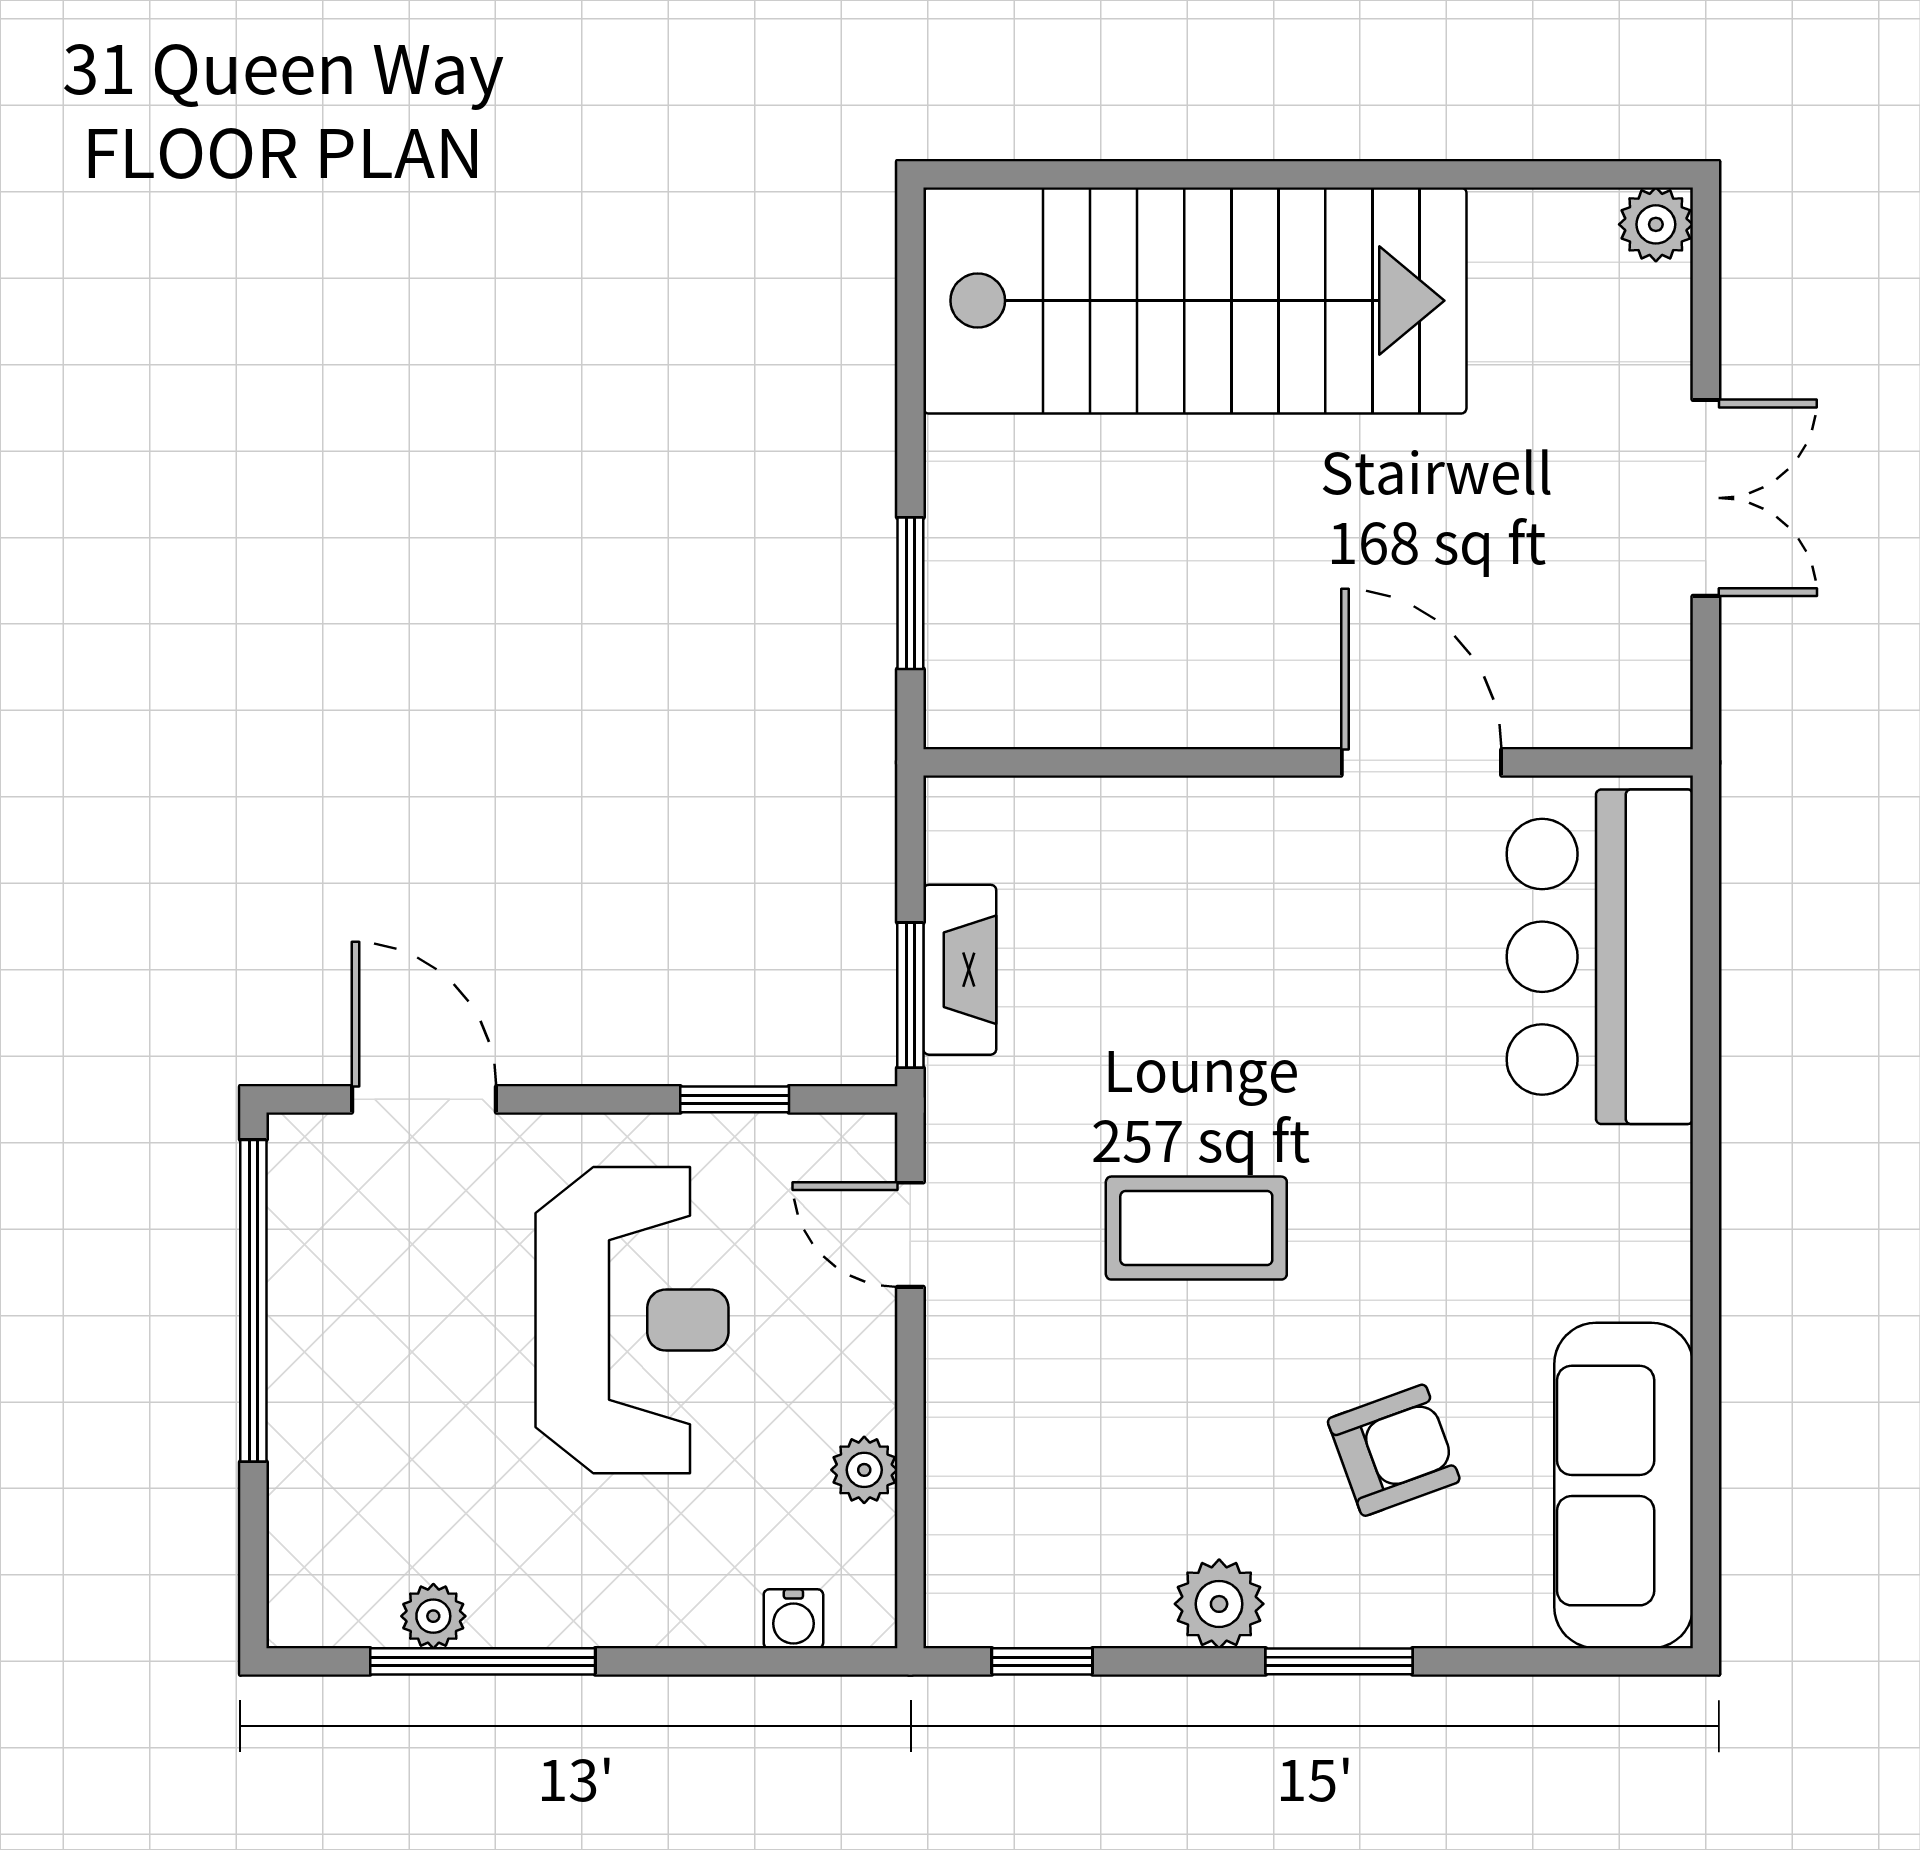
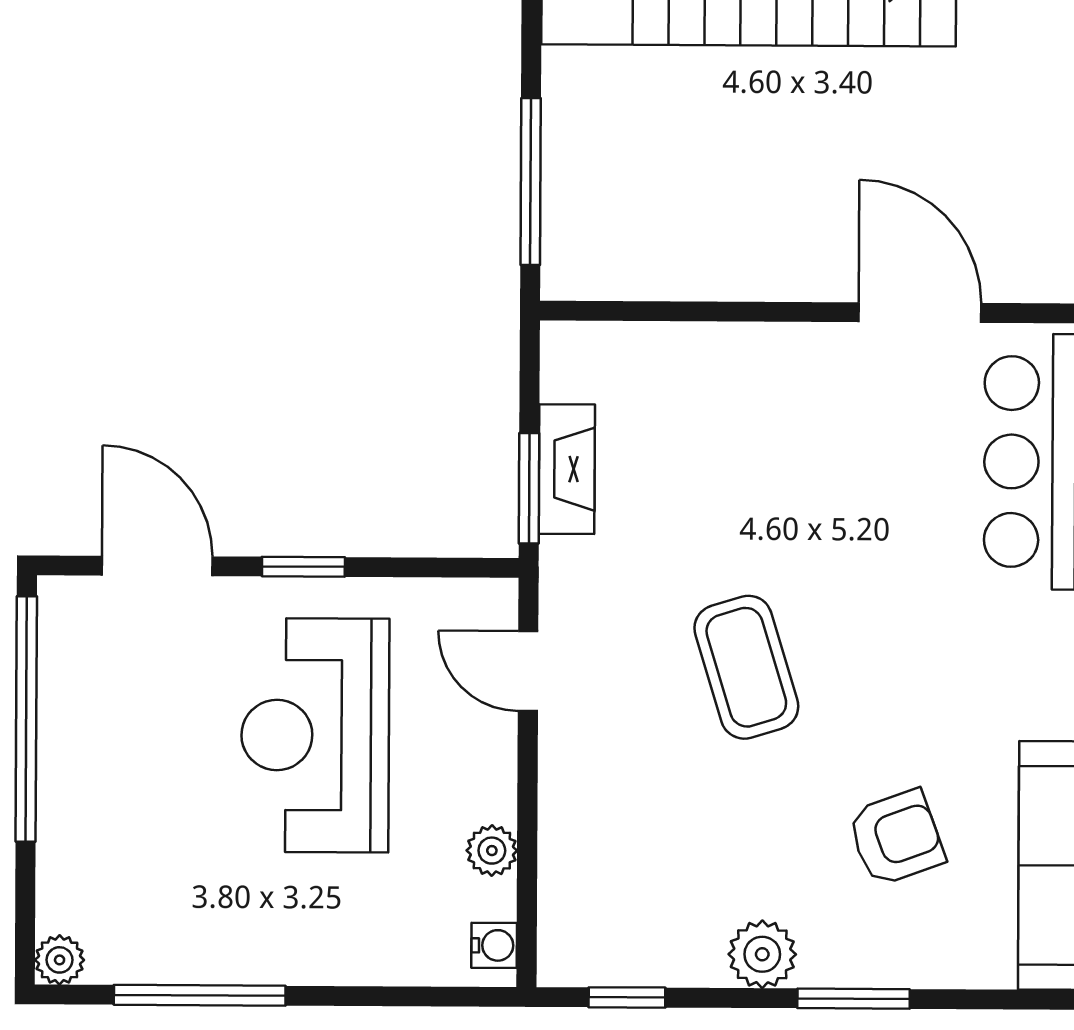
window: (910, 593) -> (531, 181), width x1.44
window: (735, 1099) -> (303, 567), moved
coffee table: (1196, 1228) -> (746, 667), turned 73
reception desk: (632, 1320) -> (315, 735), turned 180
plant: (433, 1616) -> (60, 960), moved
water cooler: (793, 1619) -> (494, 945), moved, turned -90

